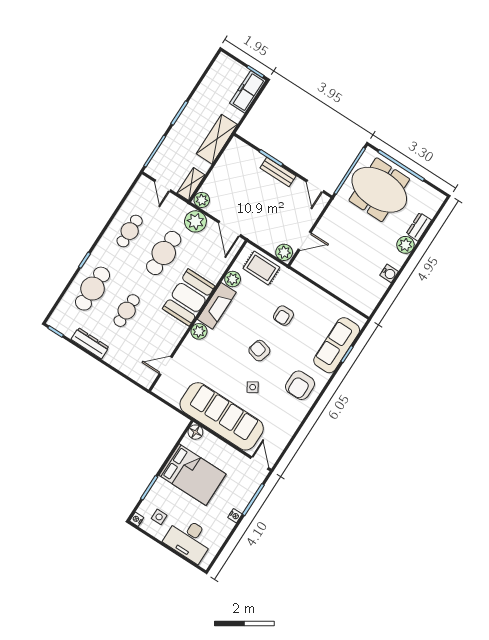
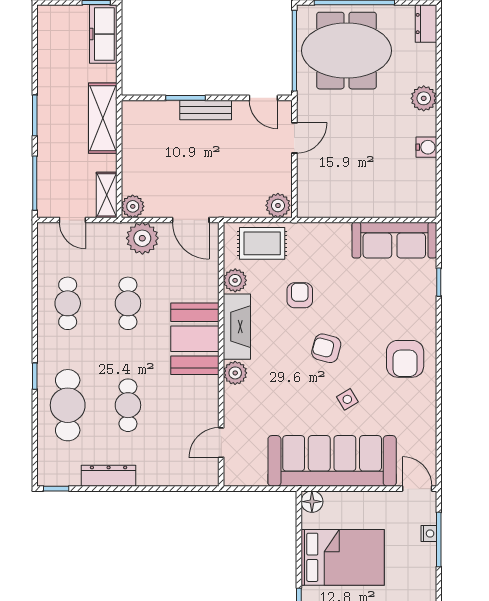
dresser: (419, 227) -> (426, 24), moved
door: (305, 241) -> (294, 138), moved
cafe table: (164, 253) -> (128, 303), width x0.73, depth x0.74
armchair: (283, 316) -> (300, 295), moved, turned 180
sofa: (337, 345) -> (394, 240), moved, turned -90
nightstand: (235, 516) -> (429, 534), moved

